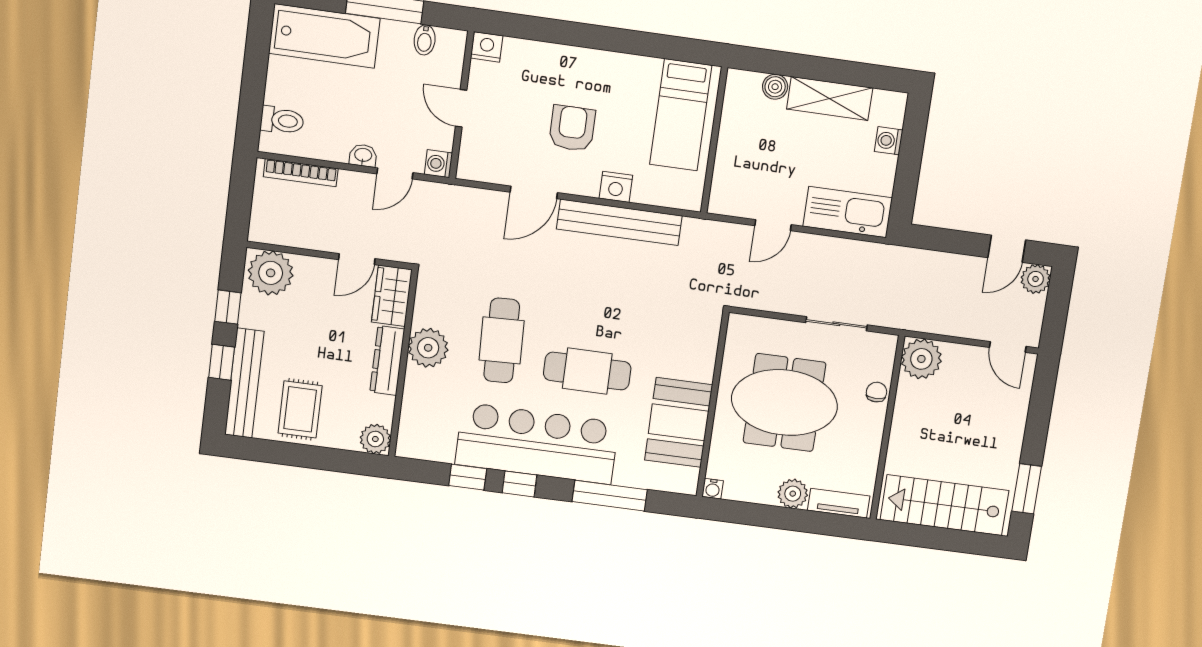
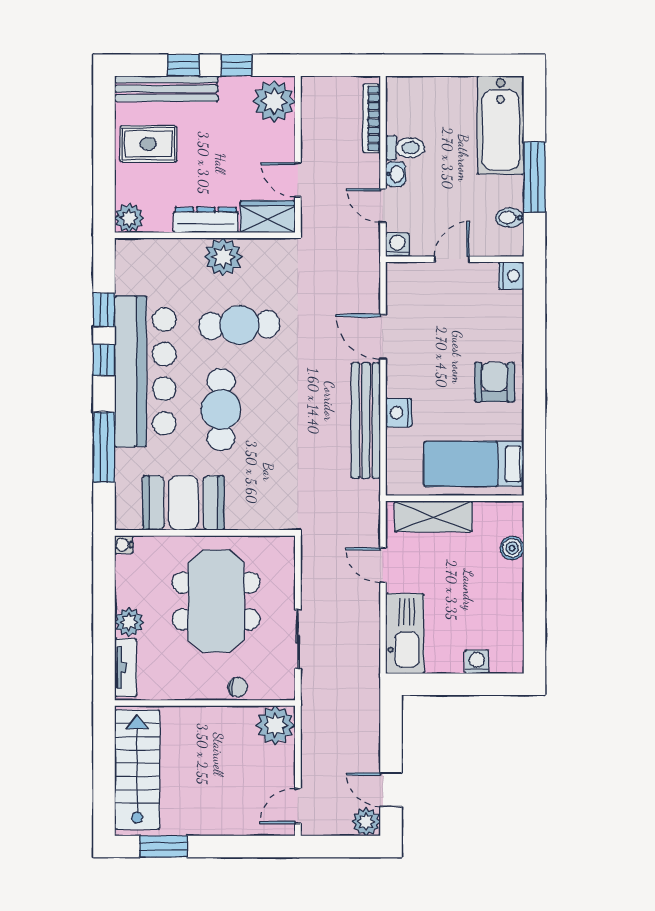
shelving: (830, 98) -> (433, 516), moved, turned 90
toilet: (282, 120) -> (405, 148), moved, turned -90
armchair: (572, 128) -> (495, 382), moved, turned -90

